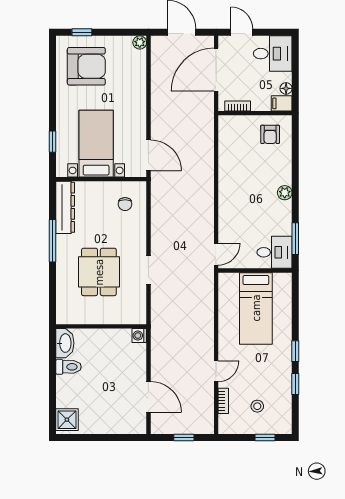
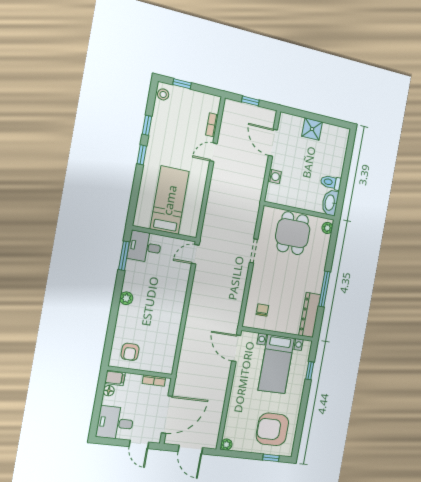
armchair: (270, 134) -> (130, 352), turned 180
dining table: (99, 272) -> (293, 233), moved
plant: (63, 313) -> (327, 228), added
washing machine: (139, 336) -> (275, 176), moved
stool: (257, 406) -> (163, 94), moved
shower: (67, 420) -> (312, 129), moved

